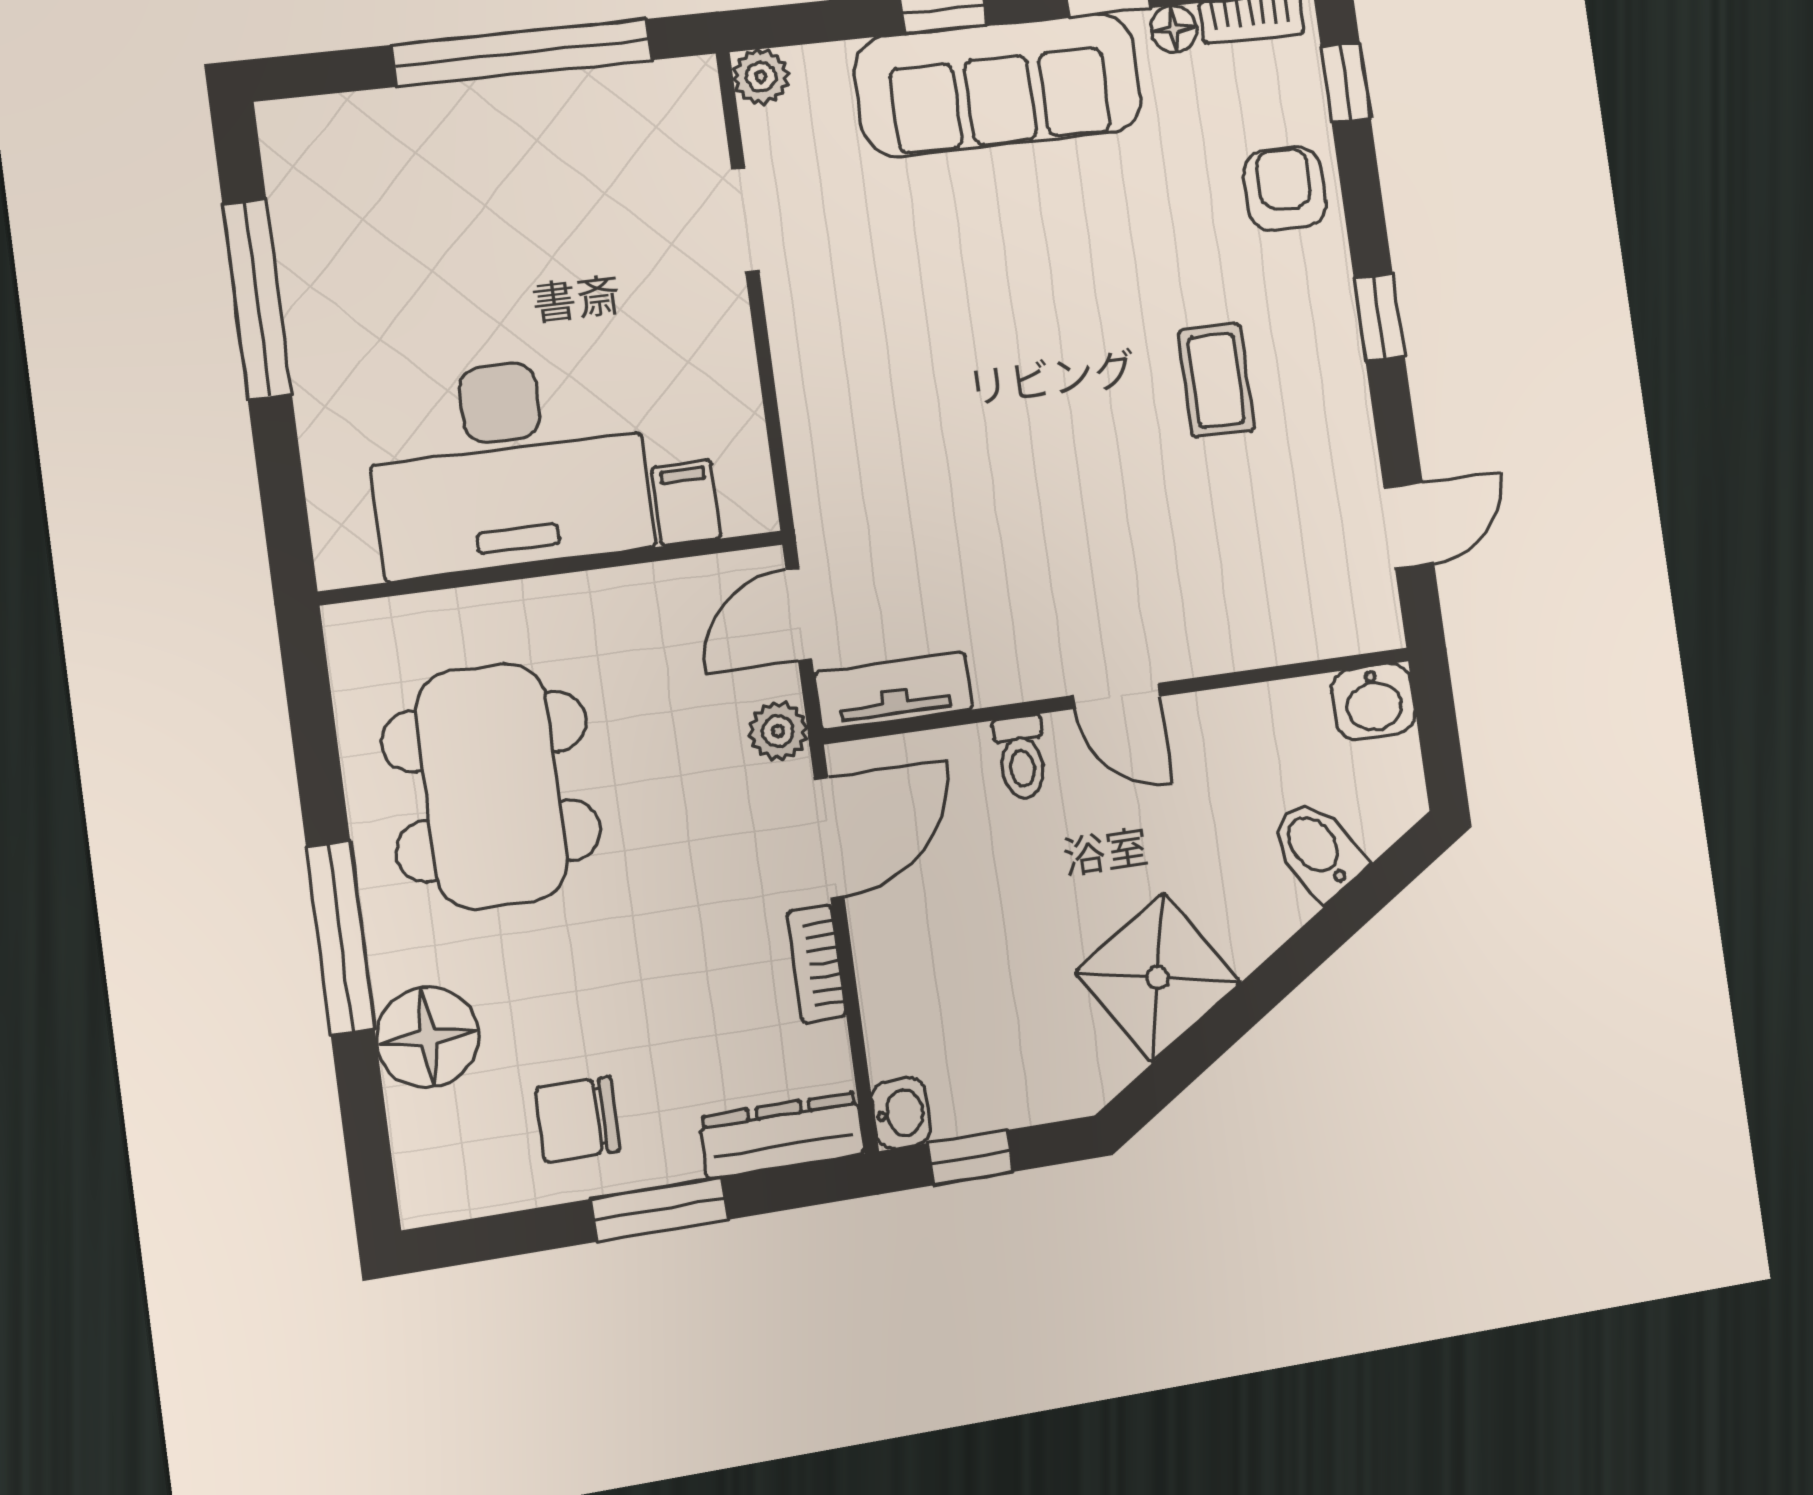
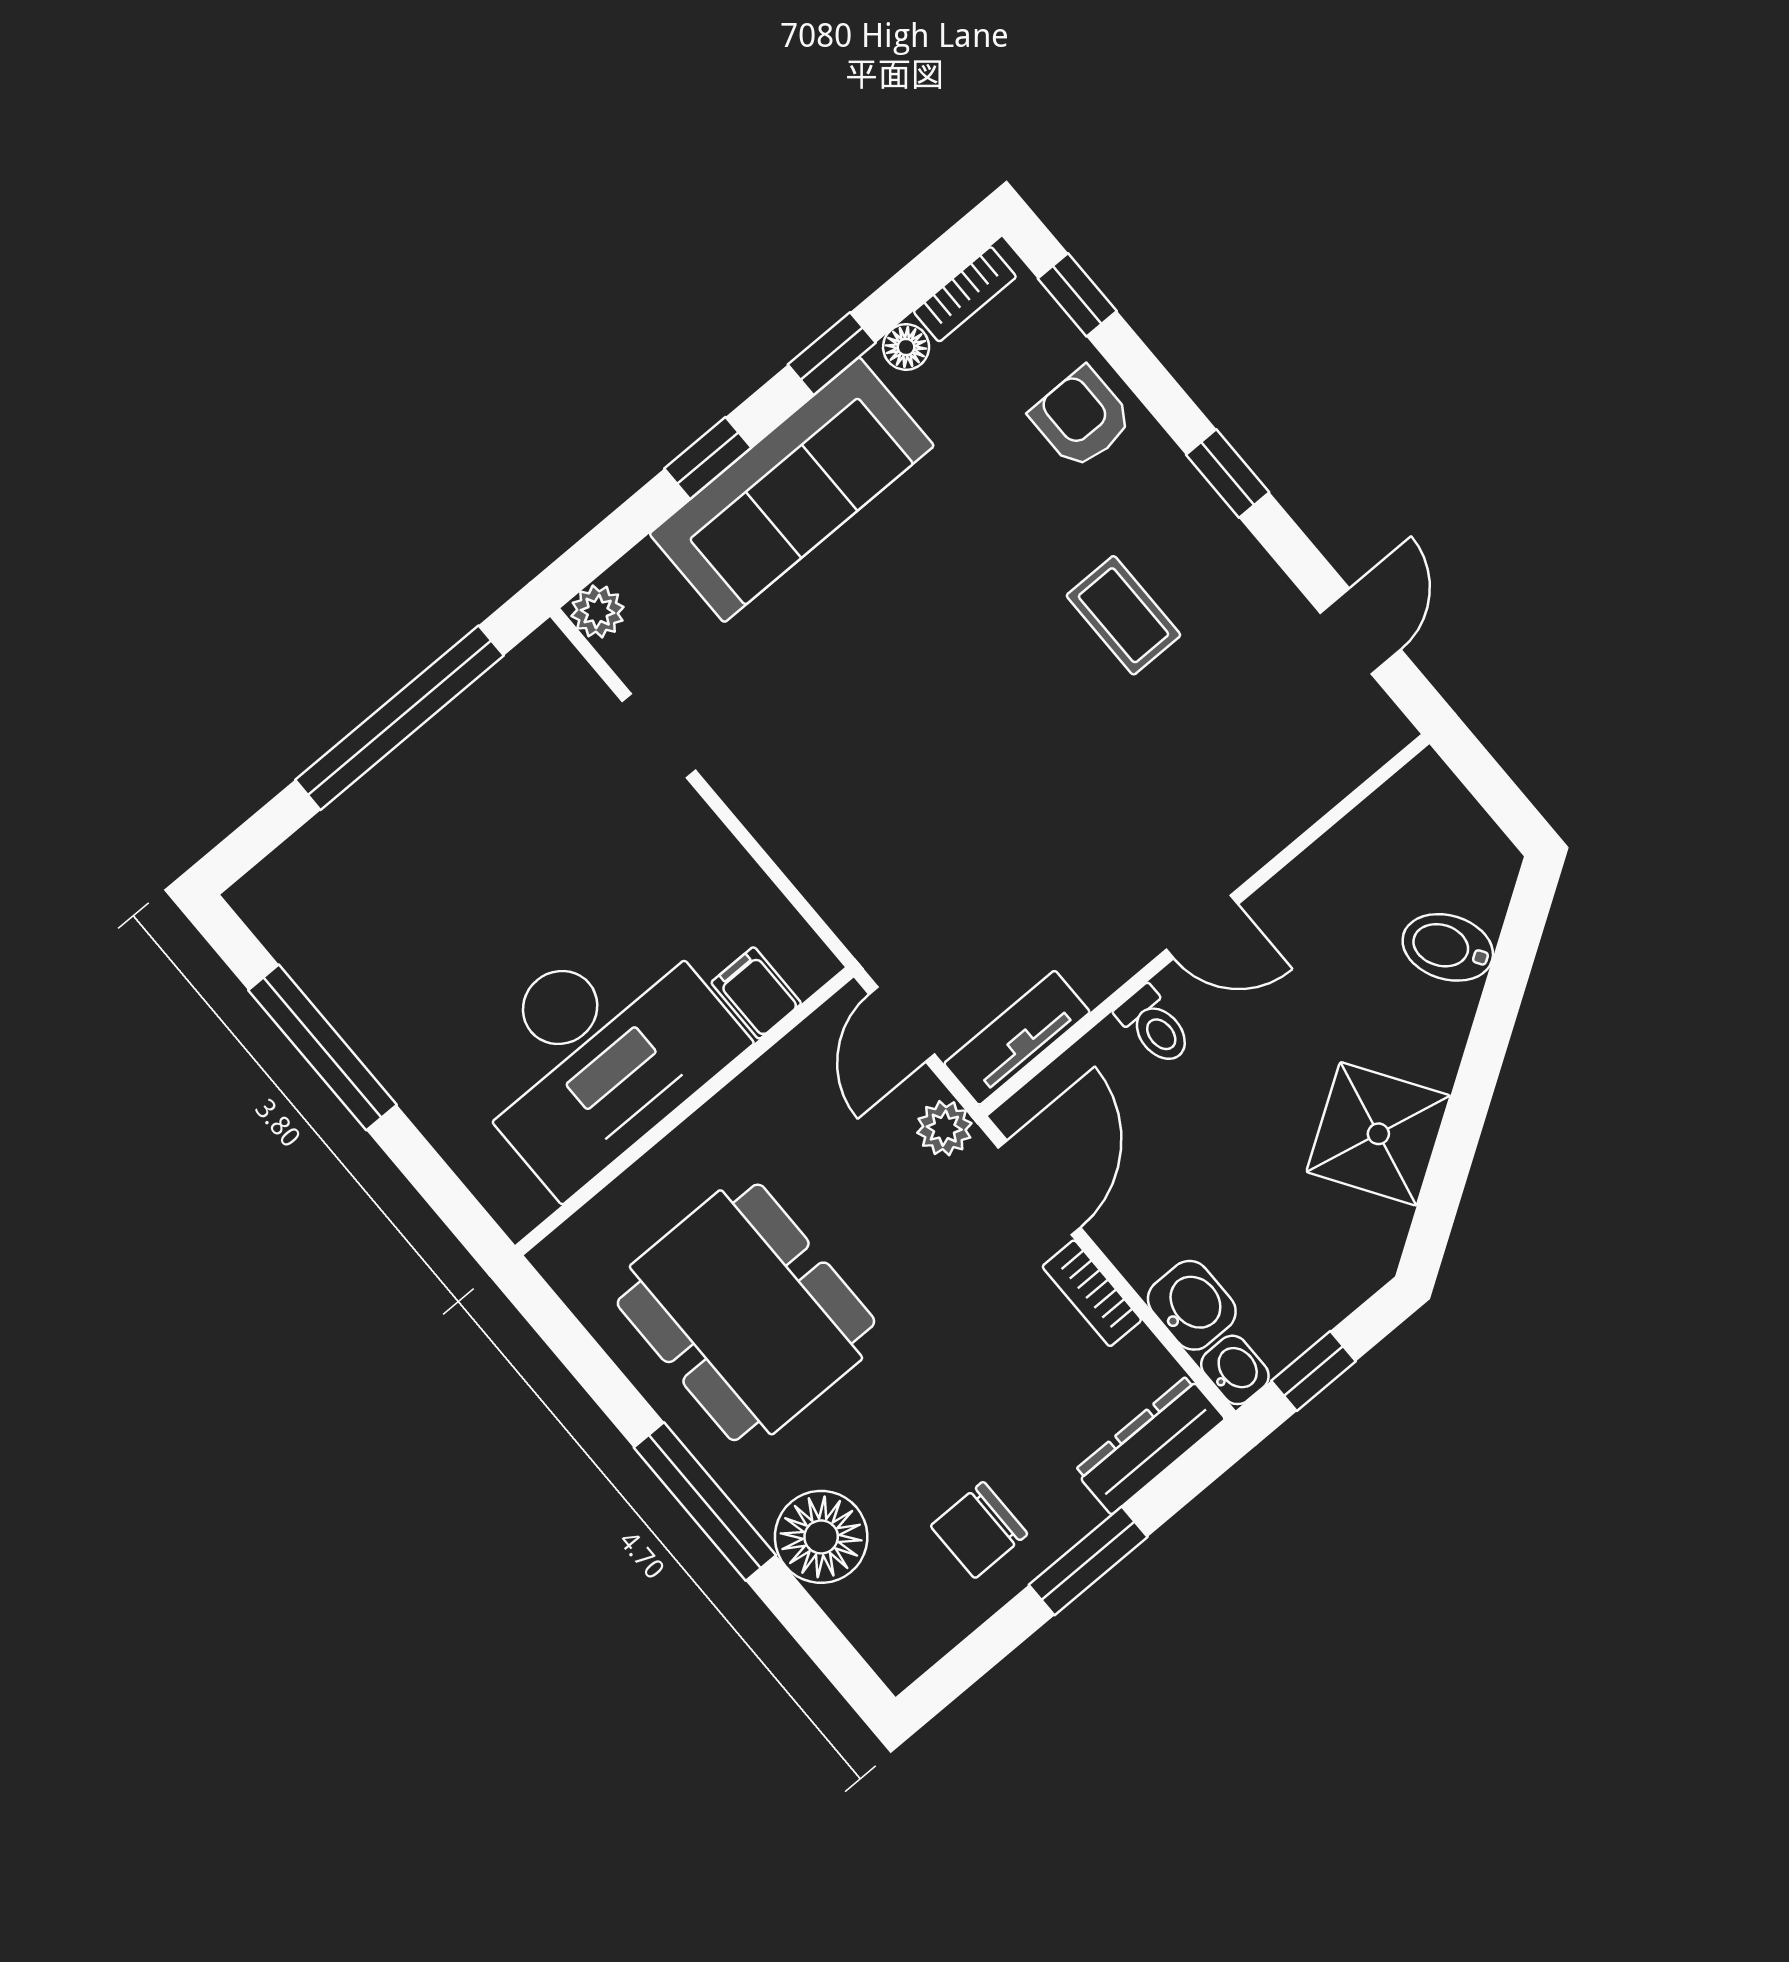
washbasin: (1374, 702) -> (1192, 1305), moved, turned -90

